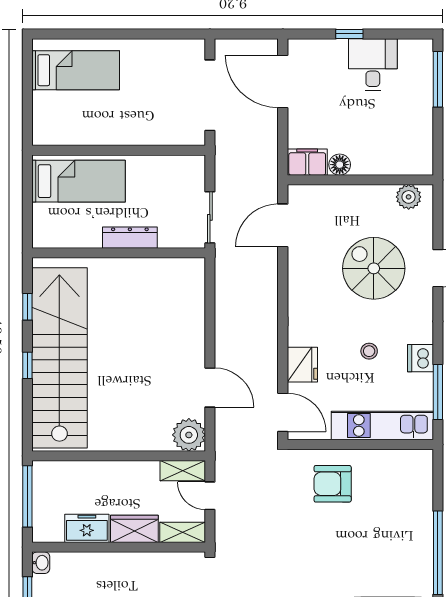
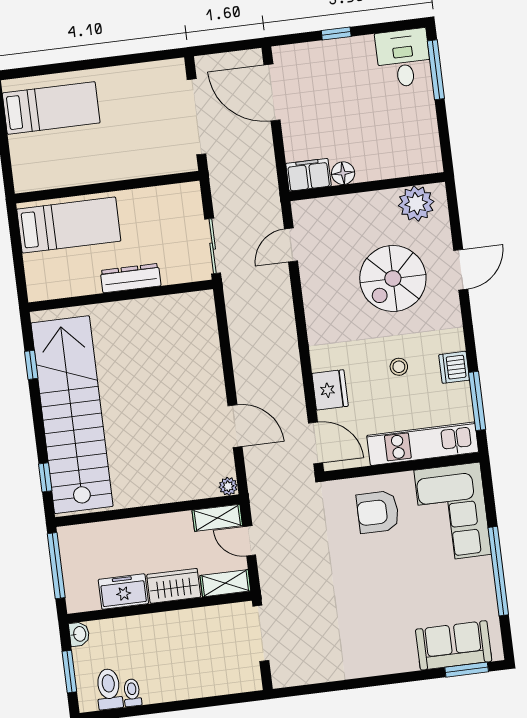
desk: (373, 65) -> (403, 58), moved
plant: (409, 197) -> (416, 204), width x1.36, depth x1.36
door: (283, 225) -> (291, 245), width x0.73
spiral stairs: (374, 268) -> (393, 278), turned -90
window: (27, 365) -> (45, 477), moved
plant: (189, 435) -> (228, 486), width x0.53, depth x0.53
corner sofa: (402, 493) -> (453, 512), added

